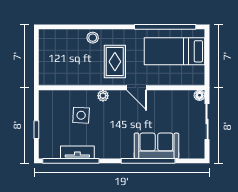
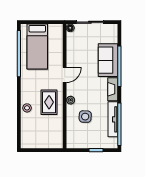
rug: (115, 62) -> (49, 102), moved, turned 90
tv unit: (77, 152) -> (113, 119), width x1.41
fireplace: (118, 152) -> (113, 89), added

